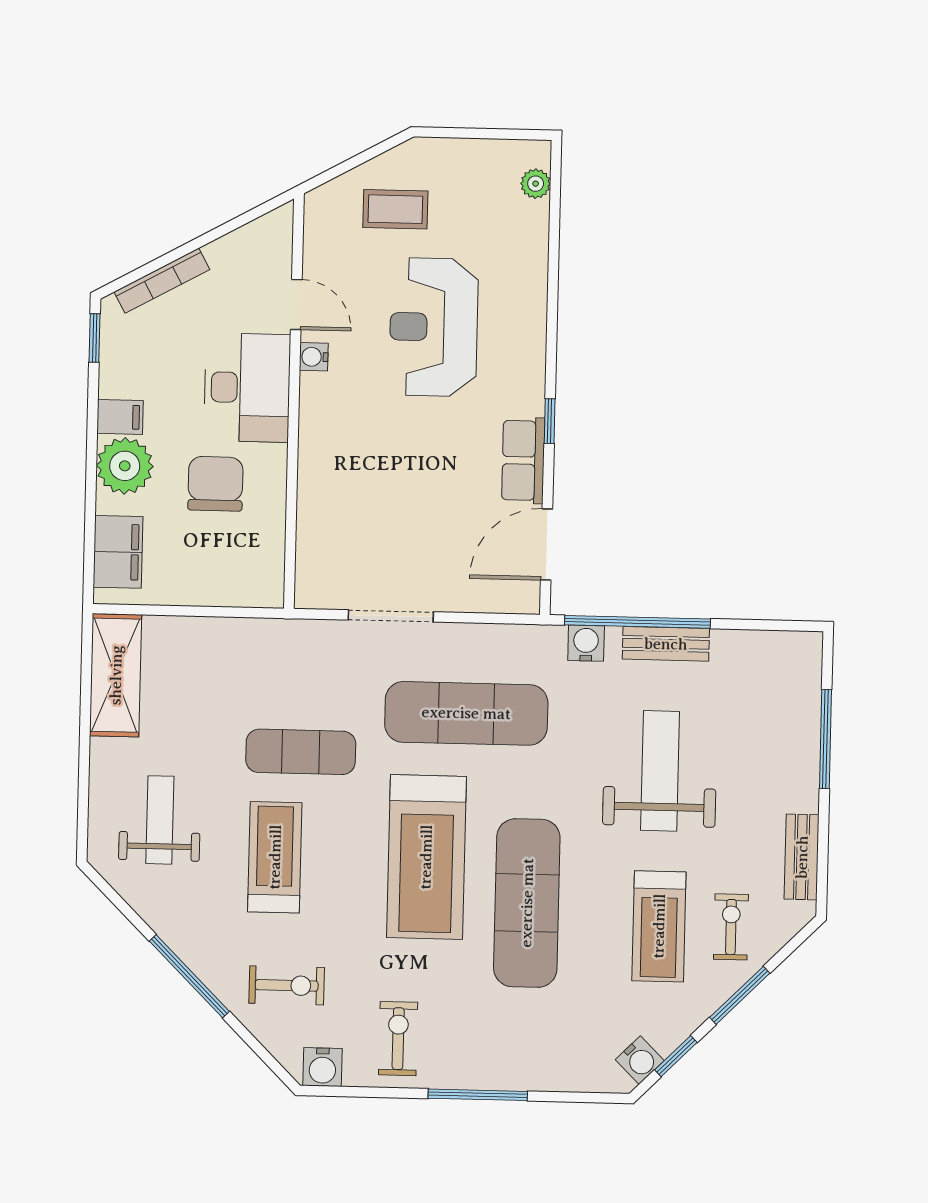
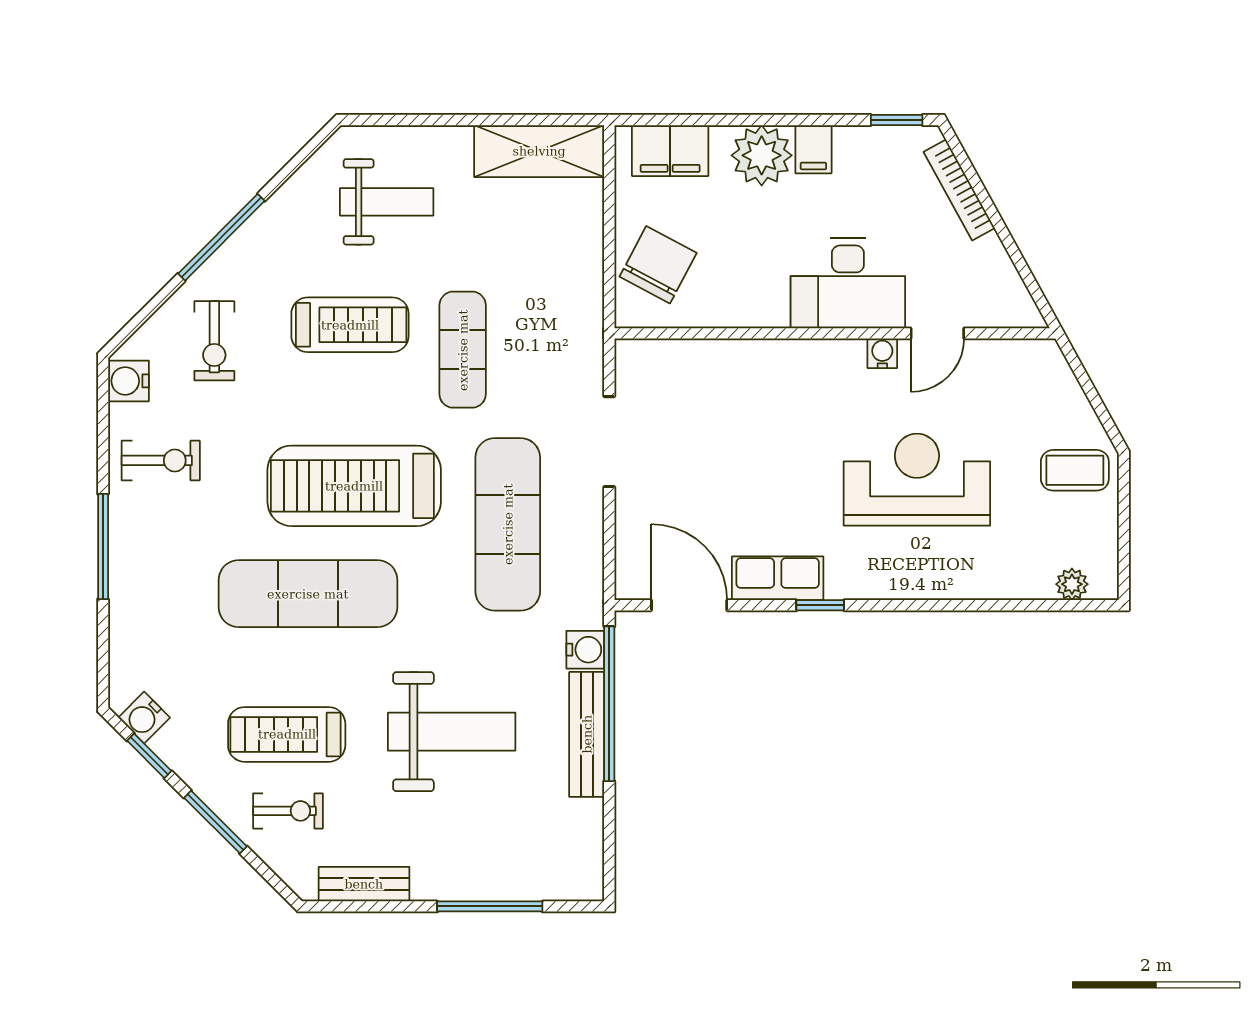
coffee table: (395, 209) -> (1075, 470), moved, turned 90
chair: (215, 484) -> (658, 265), moved, turned -62
bench: (666, 644) -> (587, 734), width x1.36

